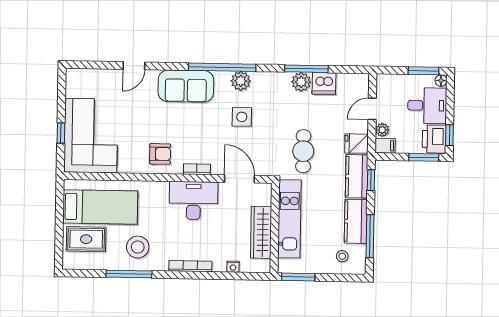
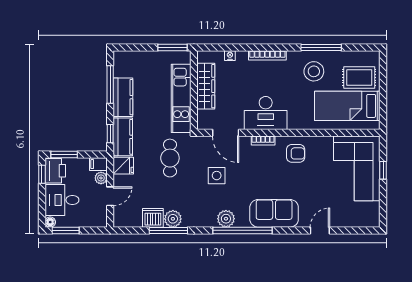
side table: (242, 117) -> (217, 176), moved
armchair: (160, 154) -> (296, 153), turned 180
stool: (342, 256) -> (134, 66), removed

